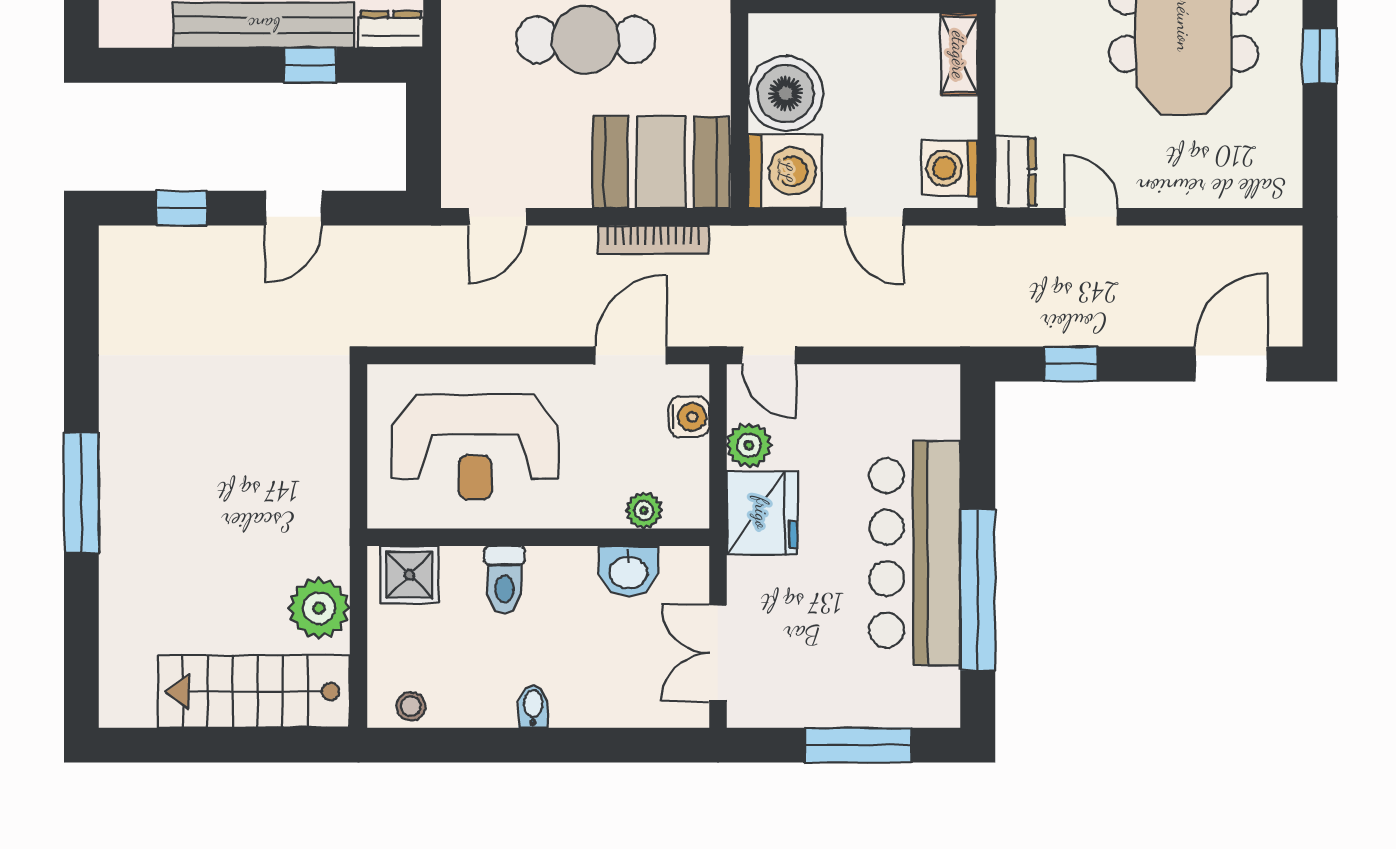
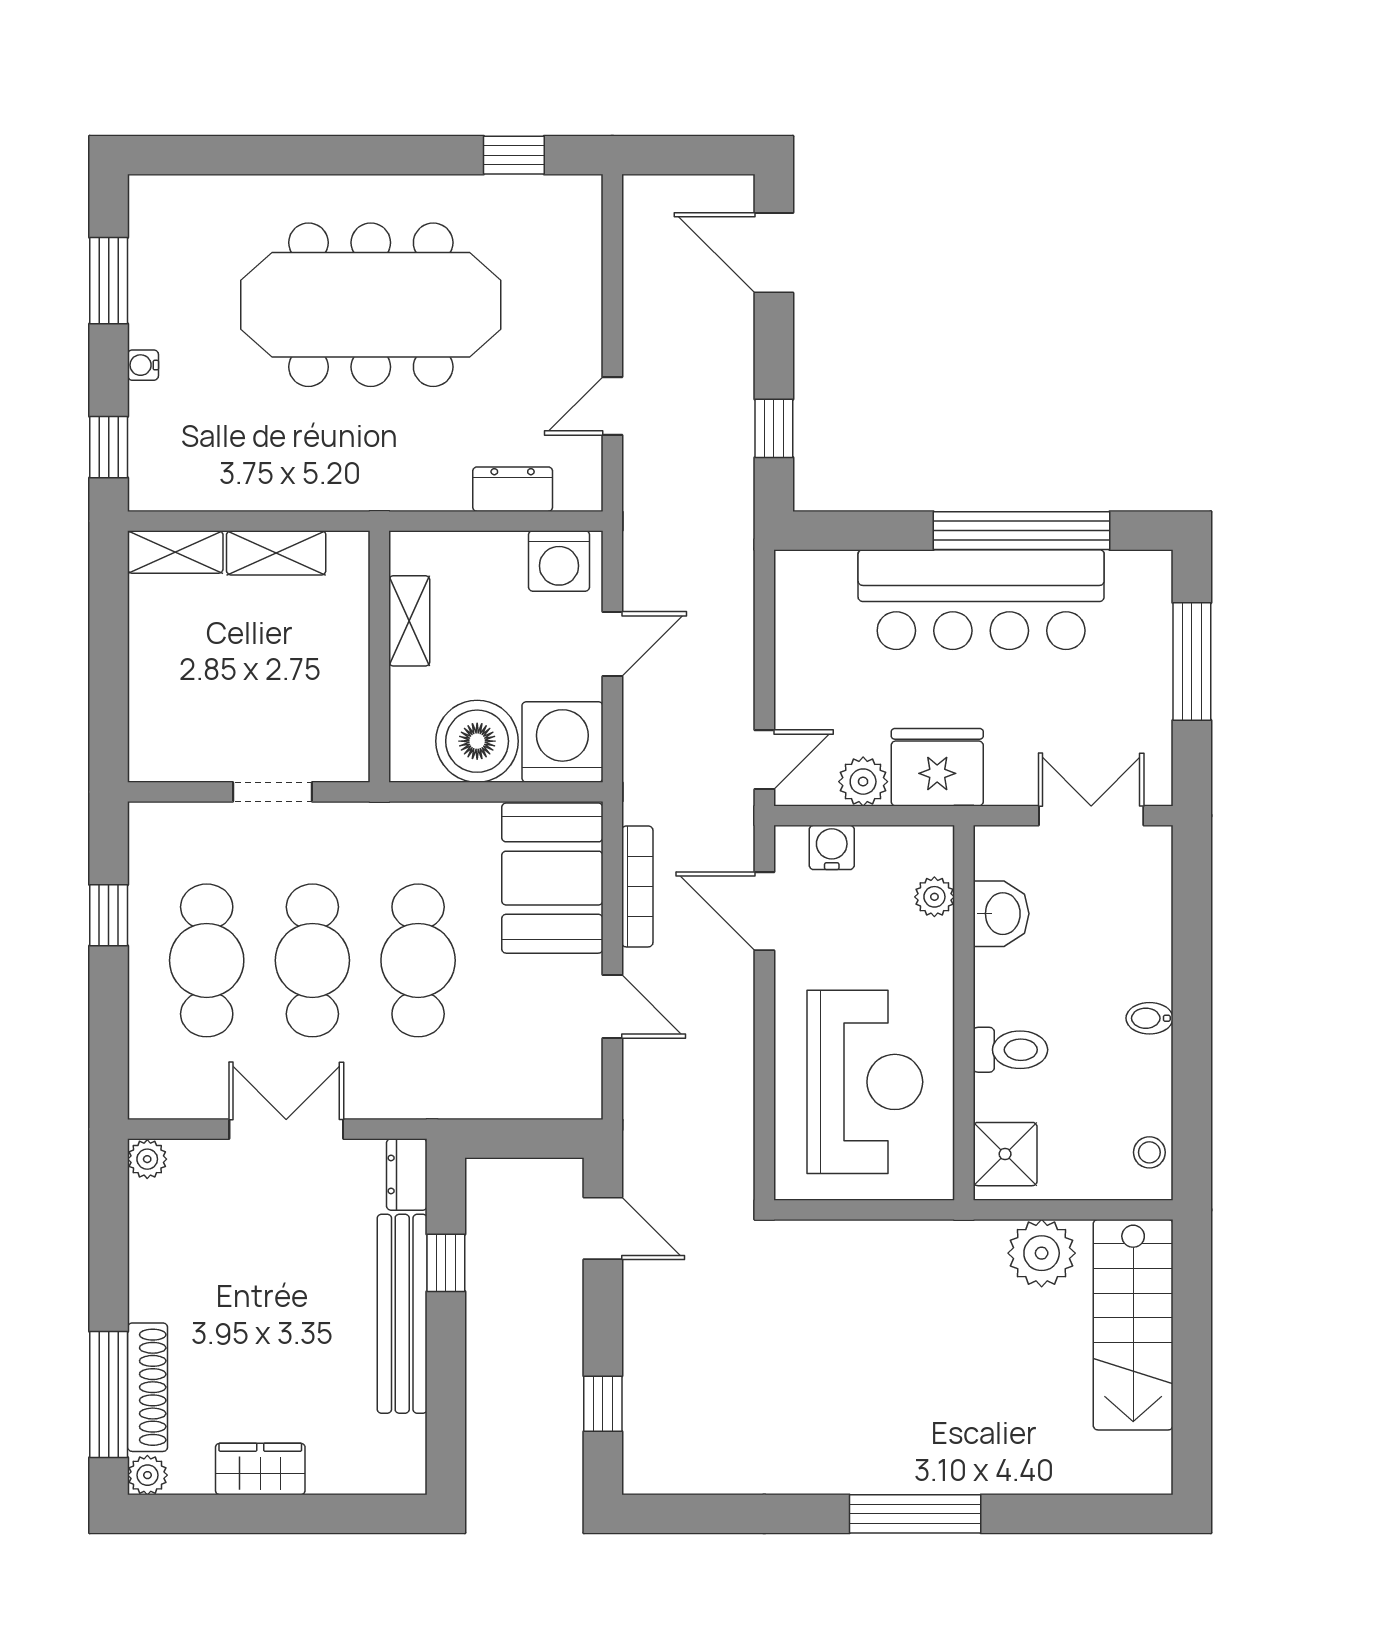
shelving: (959, 55) -> (409, 621), moved, turned 90
window: (1320, 56) -> (514, 155), moved
dresser: (1015, 172) -> (513, 489), moved
door: (294, 208) -> (603, 1228), moved
door: (498, 217) -> (612, 1006), moved
double door: (718, 653) -> (1091, 816), swing flipped

